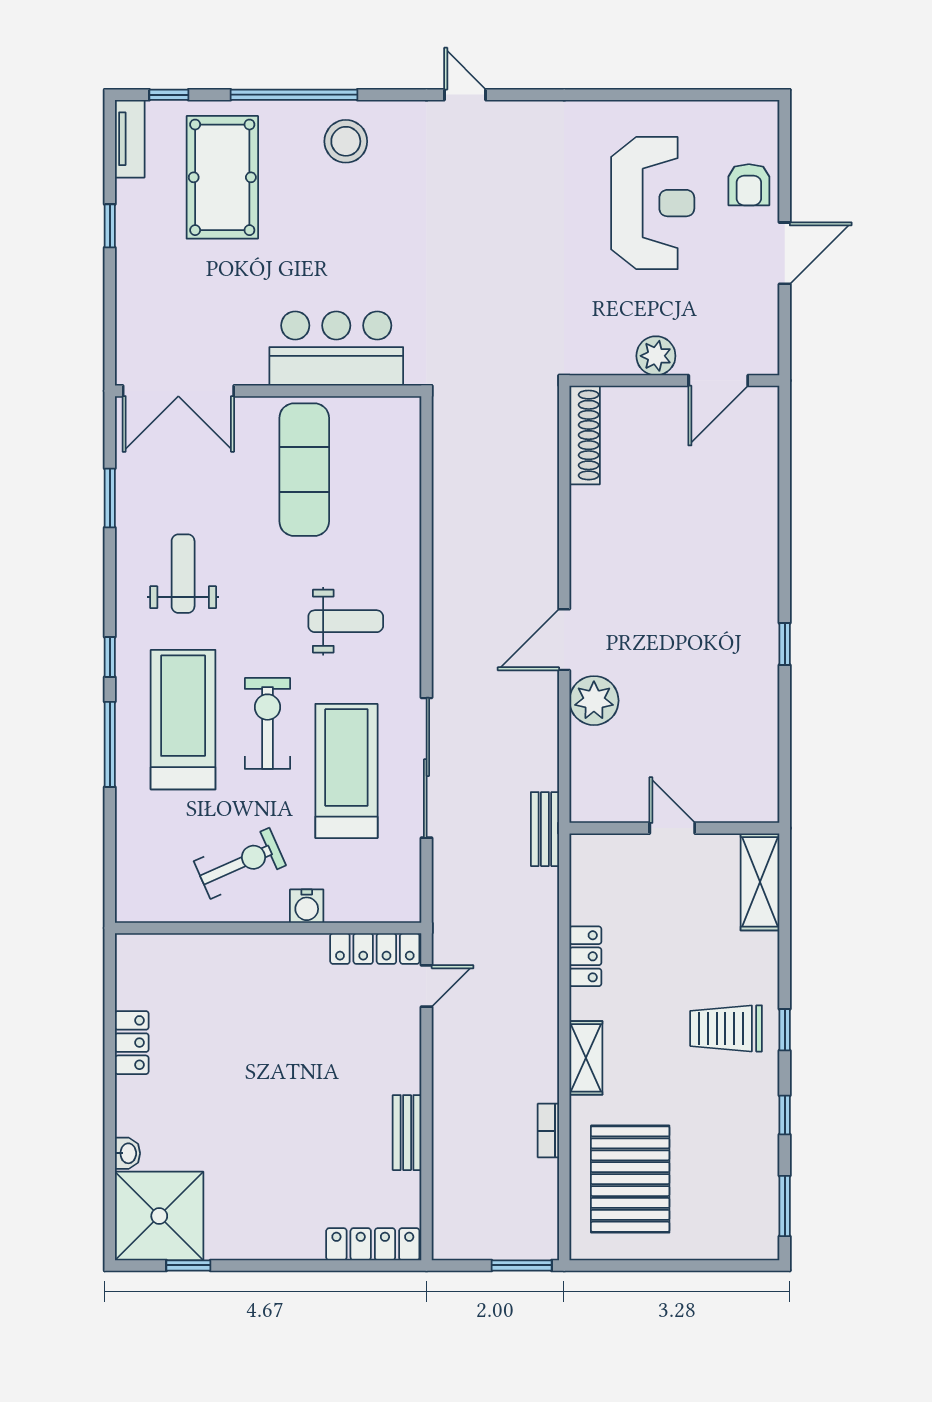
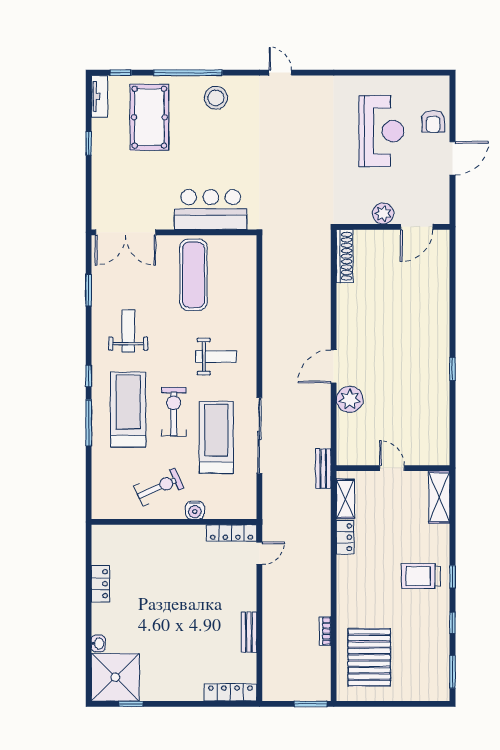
shelving: (586, 1058) -> (345, 499), moved

